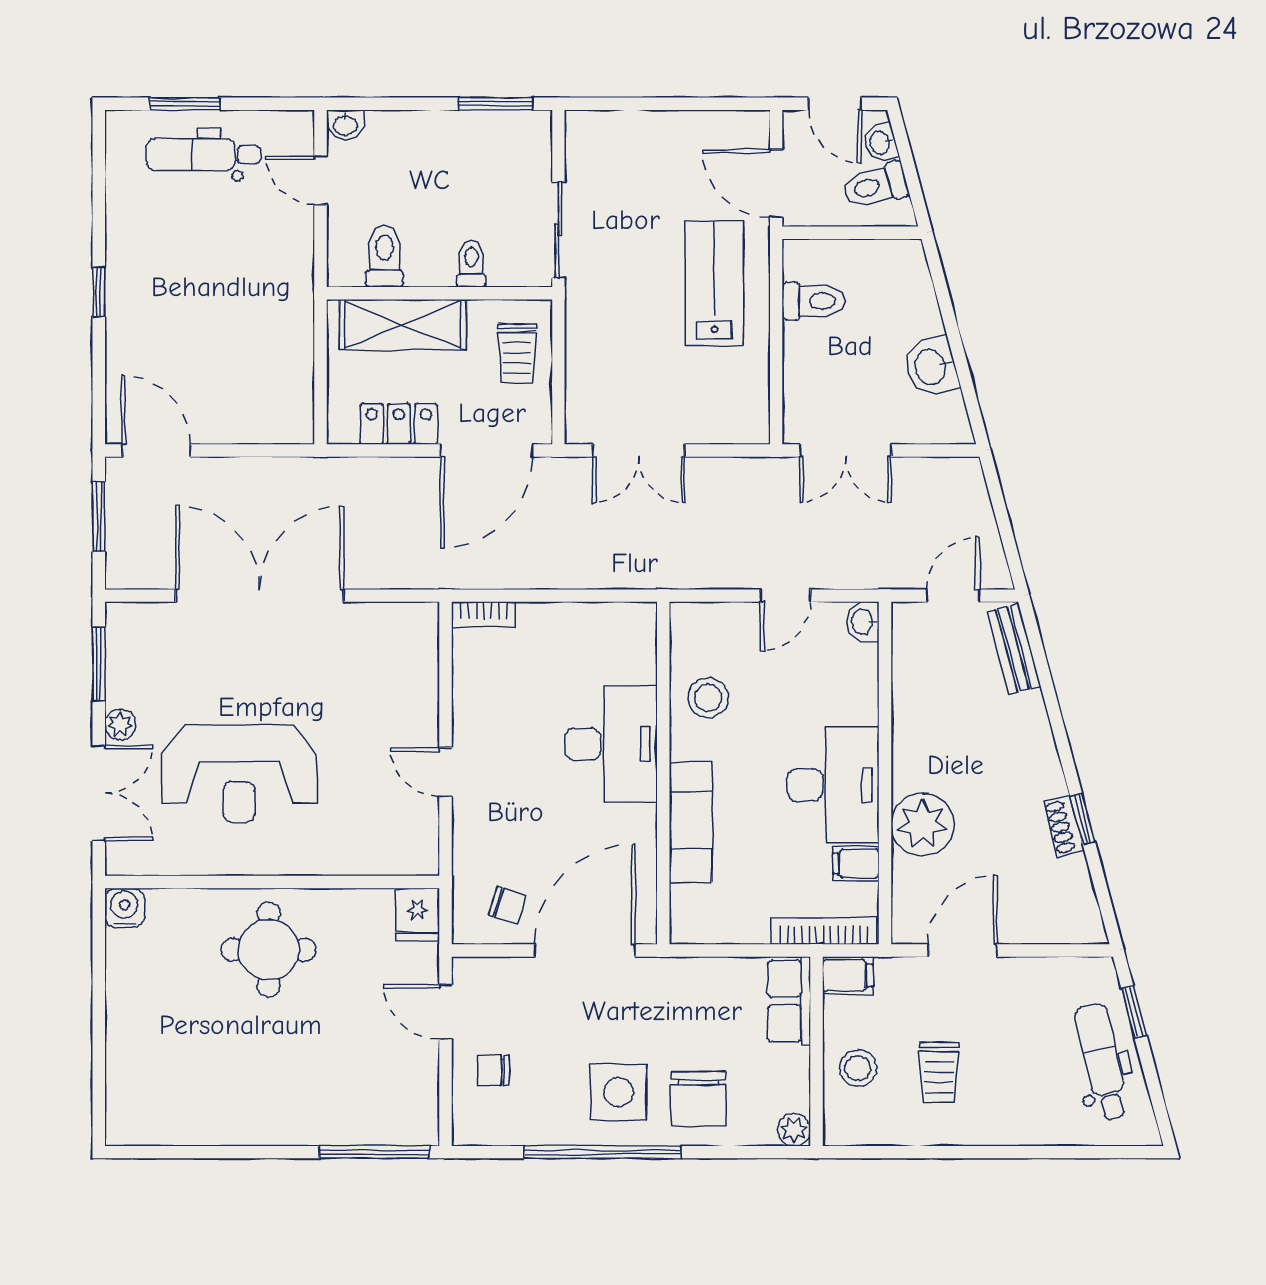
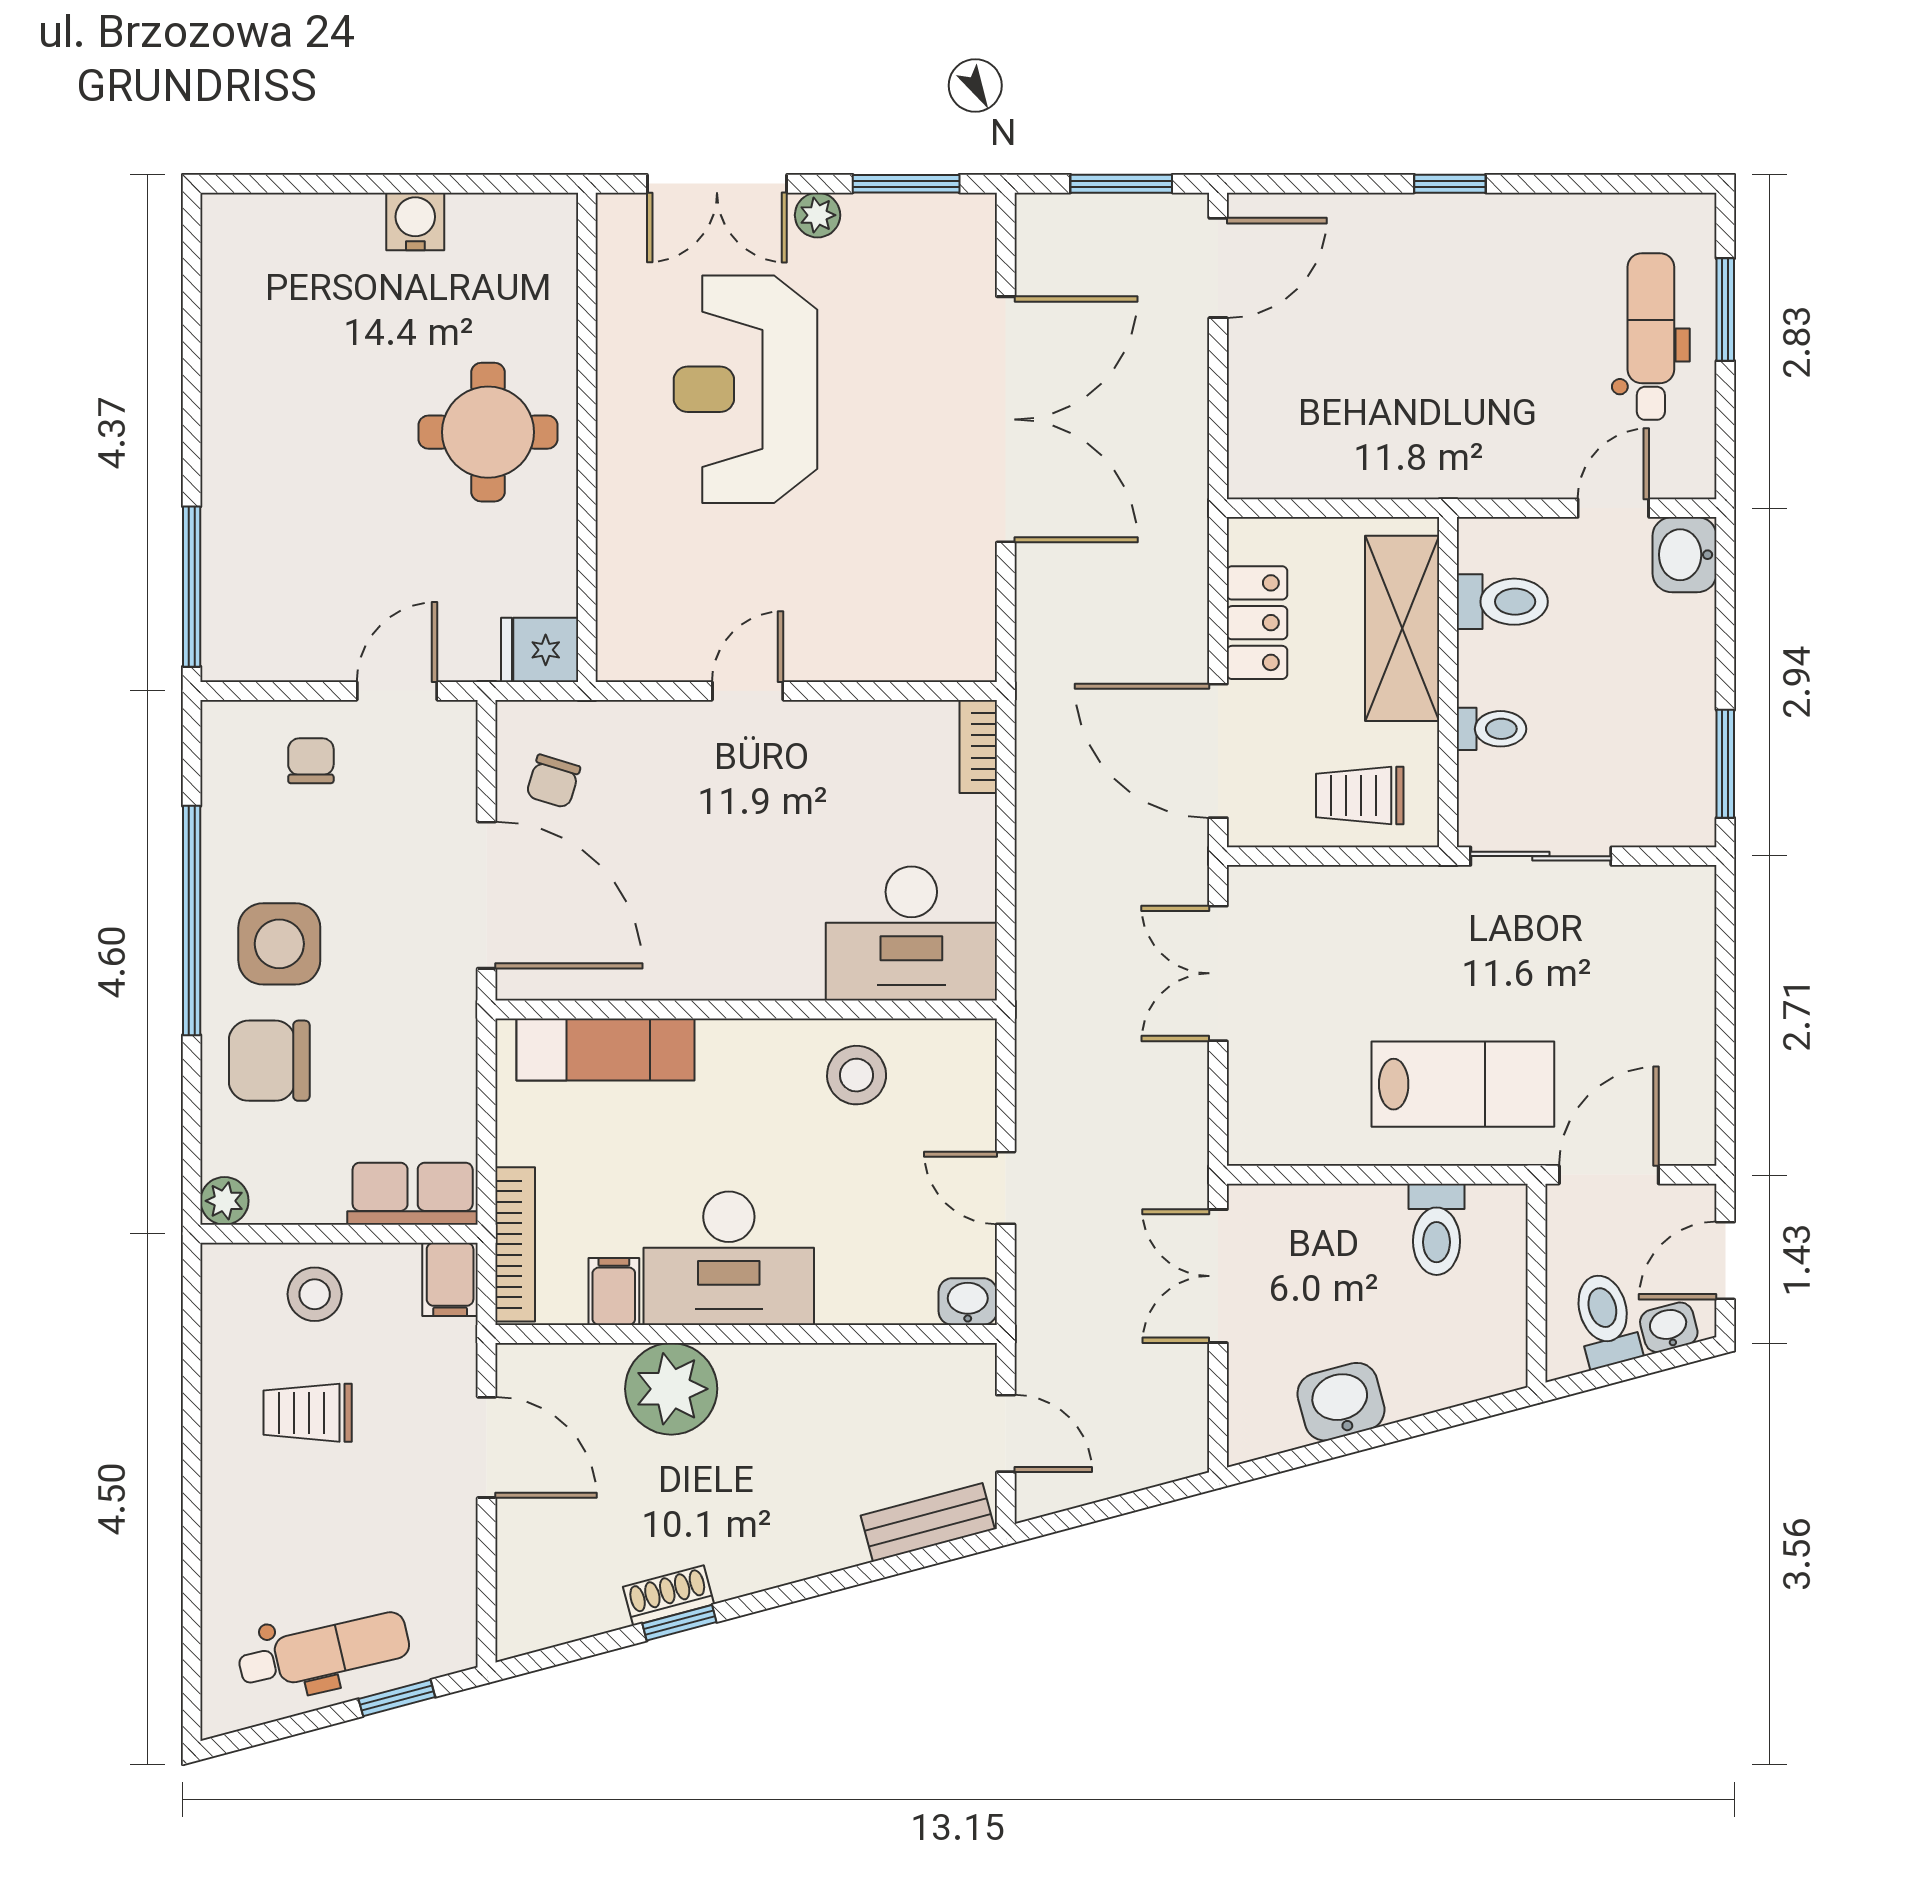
washbasin: (345, 125) -> (1685, 555), width x1.38, depth x1.45
desk: (611, 744) -> (911, 933), moved
exam couch: (691, 822) -> (605, 1049), moved
water cooler: (125, 908) -> (415, 221), moved, turned -90

